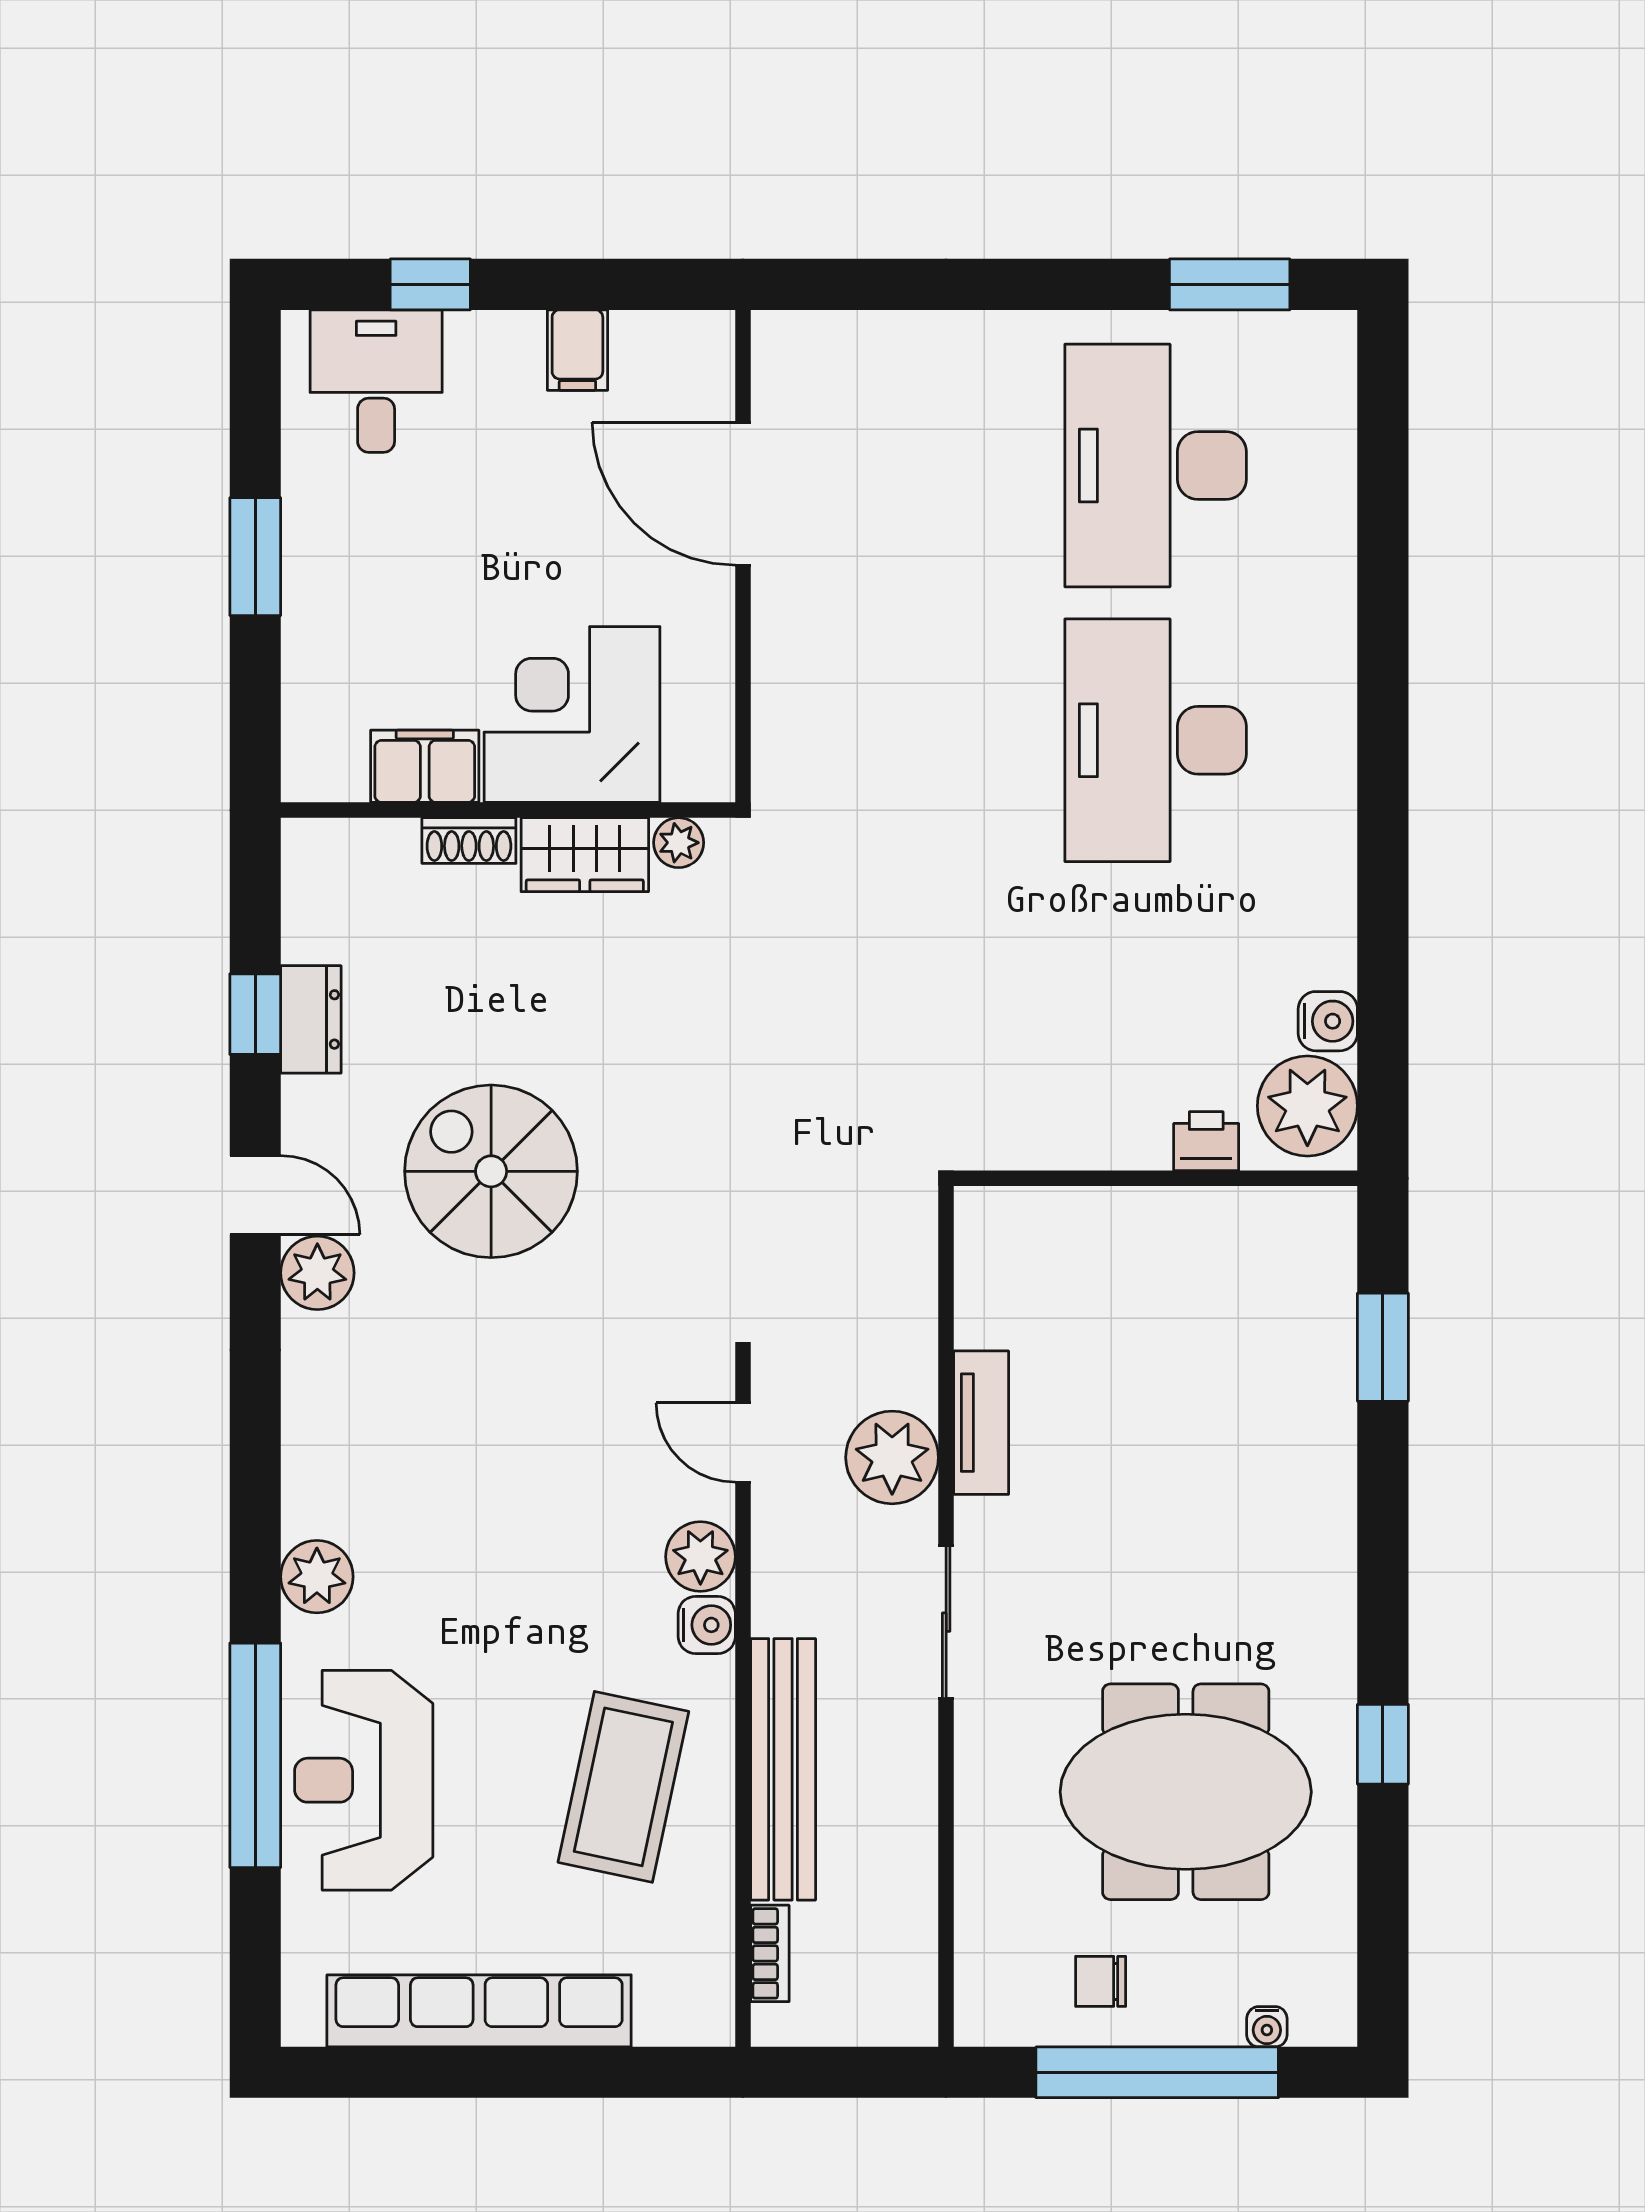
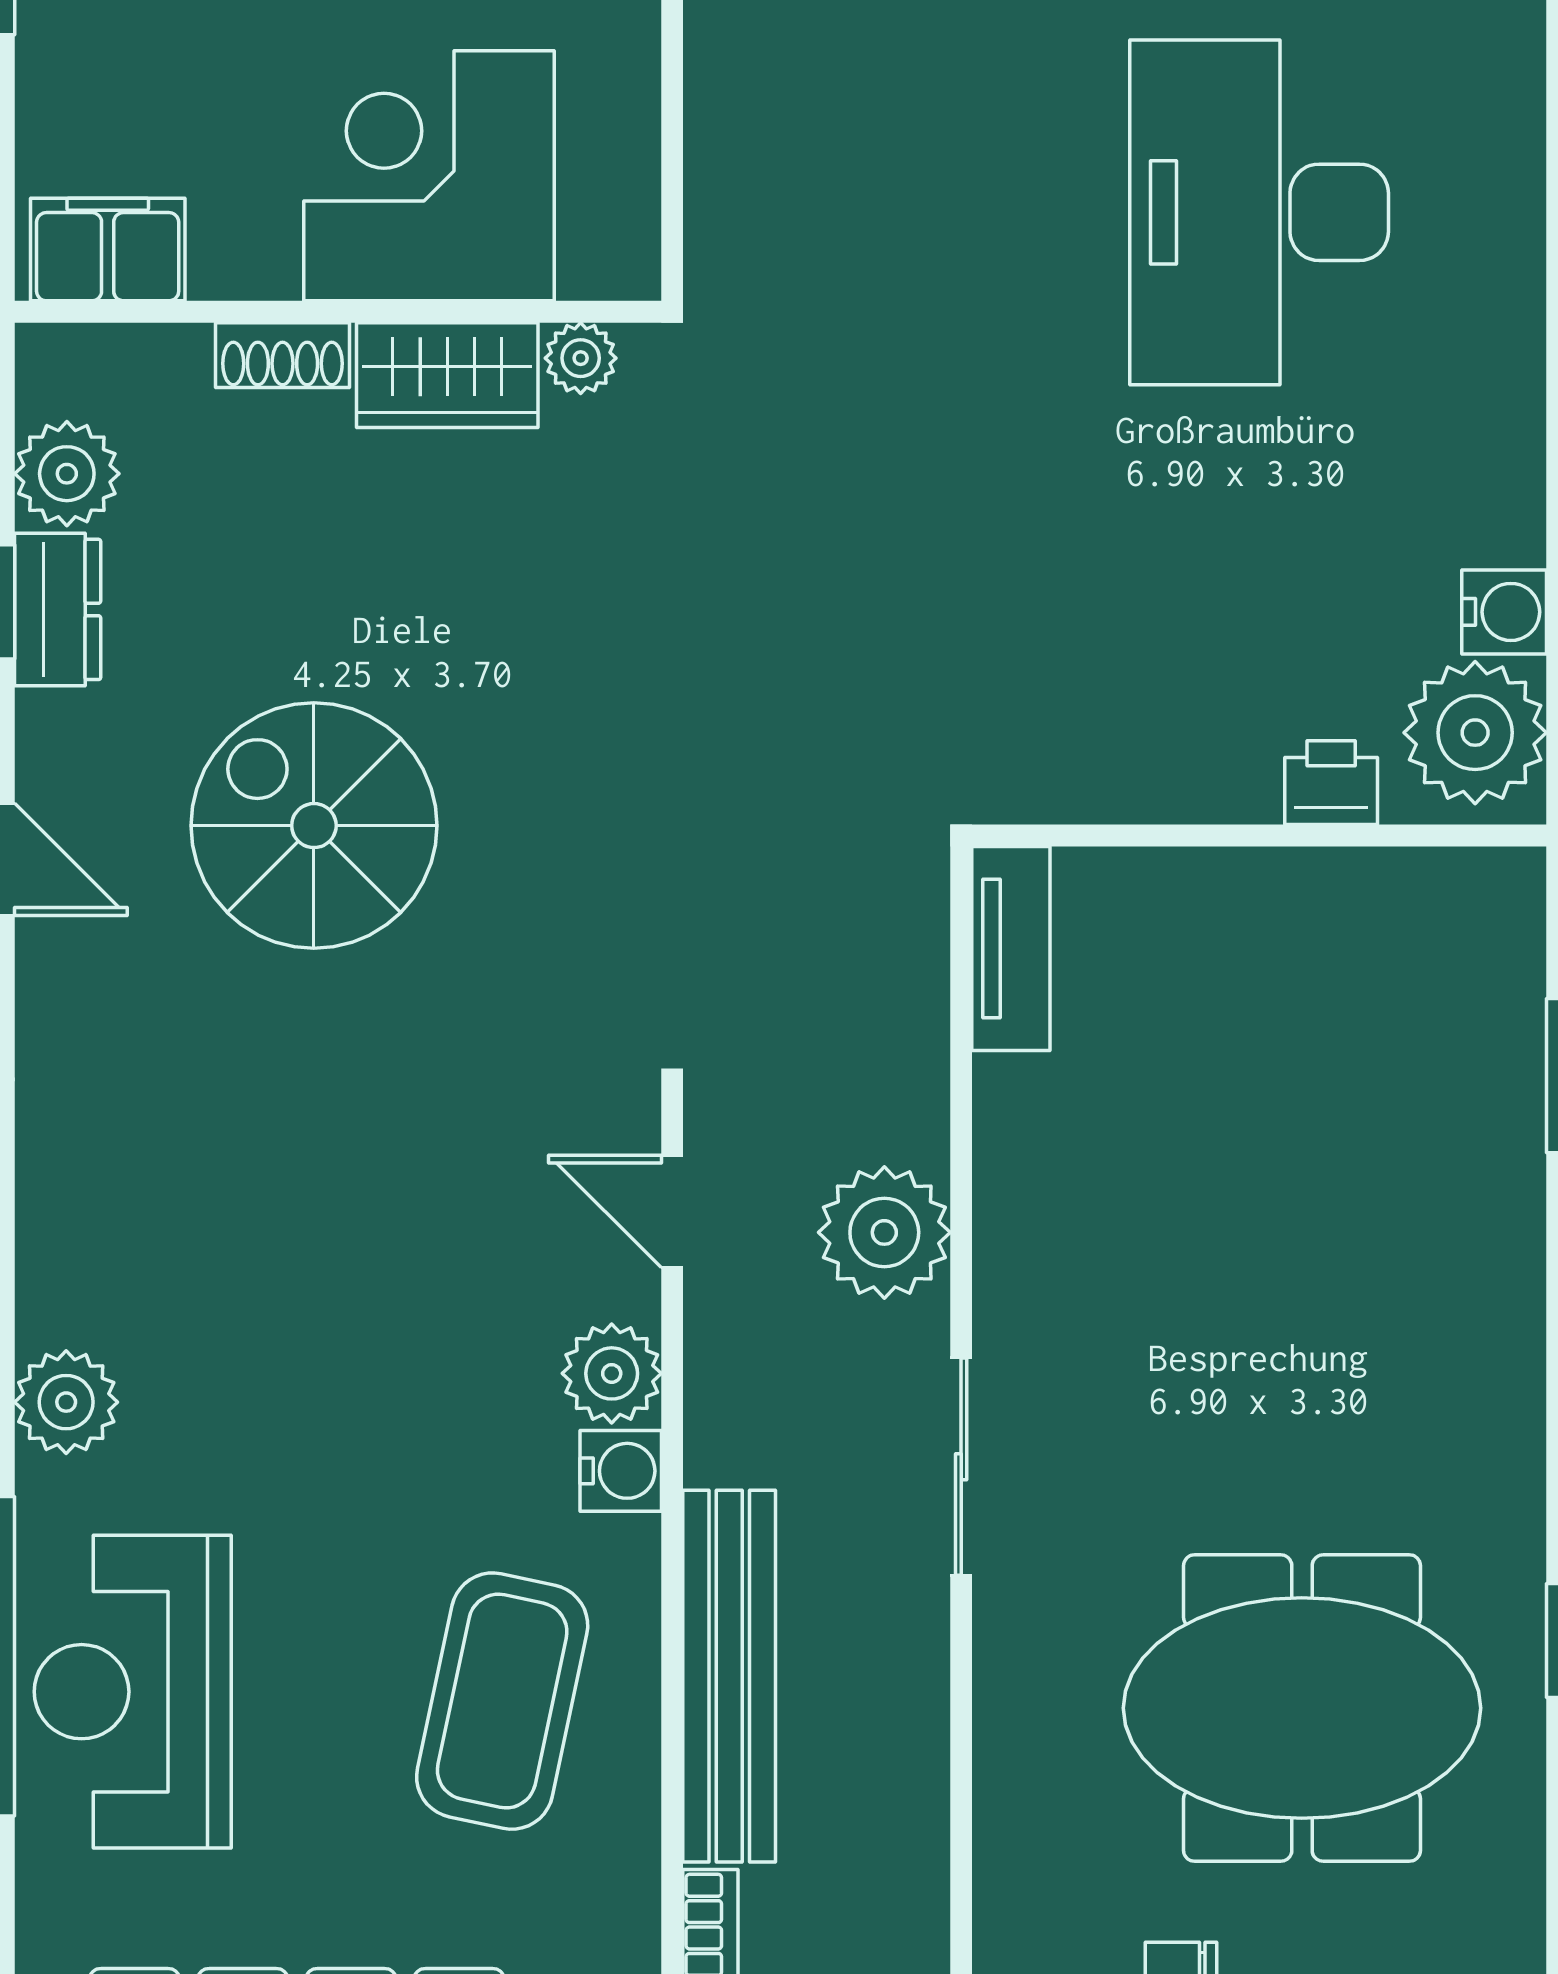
filing cabinet: (425, 766) -> (108, 249), moved
plant: (317, 1273) -> (67, 474), moved
tv unit: (981, 1423) -> (1011, 948), moved

